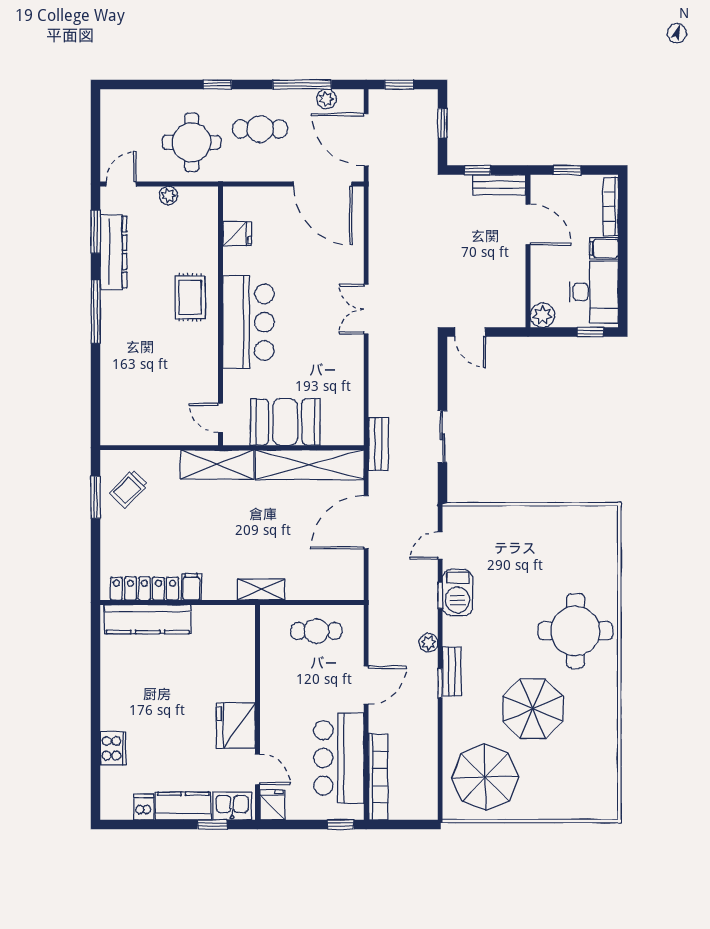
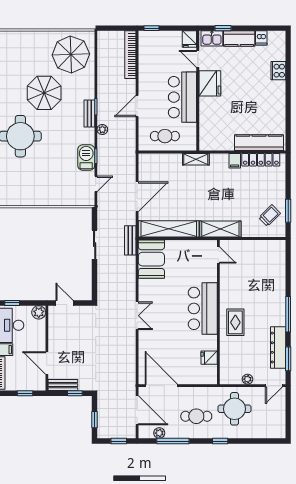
door: (470, 332) -> (64, 303), moved
booth: (285, 422) -> (151, 259), moved, turned 90
bar counter: (339, 758) -> (182, 97), moved, turned 180

